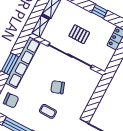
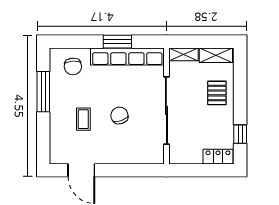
window: (100, 11) -> (240, 134), moved
pallet: (79, 34) -> (217, 93), moved

